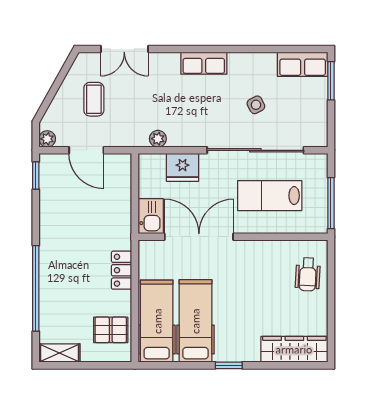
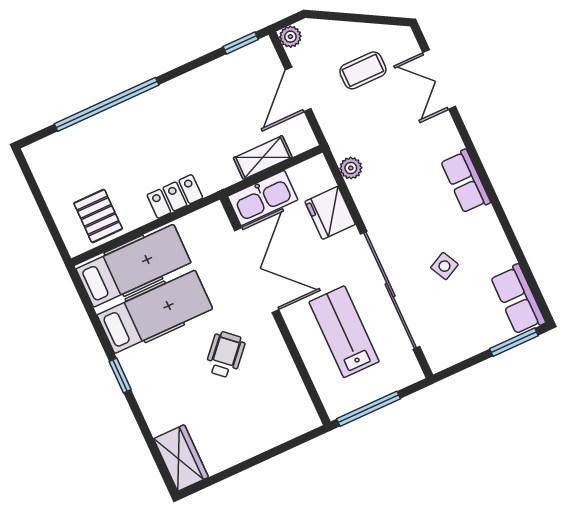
kitchen sink: (151, 216) -> (263, 198), width x1.38
wheelchair: (308, 274) -> (225, 355), moved, turned 129
wardrobe: (294, 349) -> (181, 458), width x0.67
shelving: (59, 353) -> (263, 158), moved, turned 90

